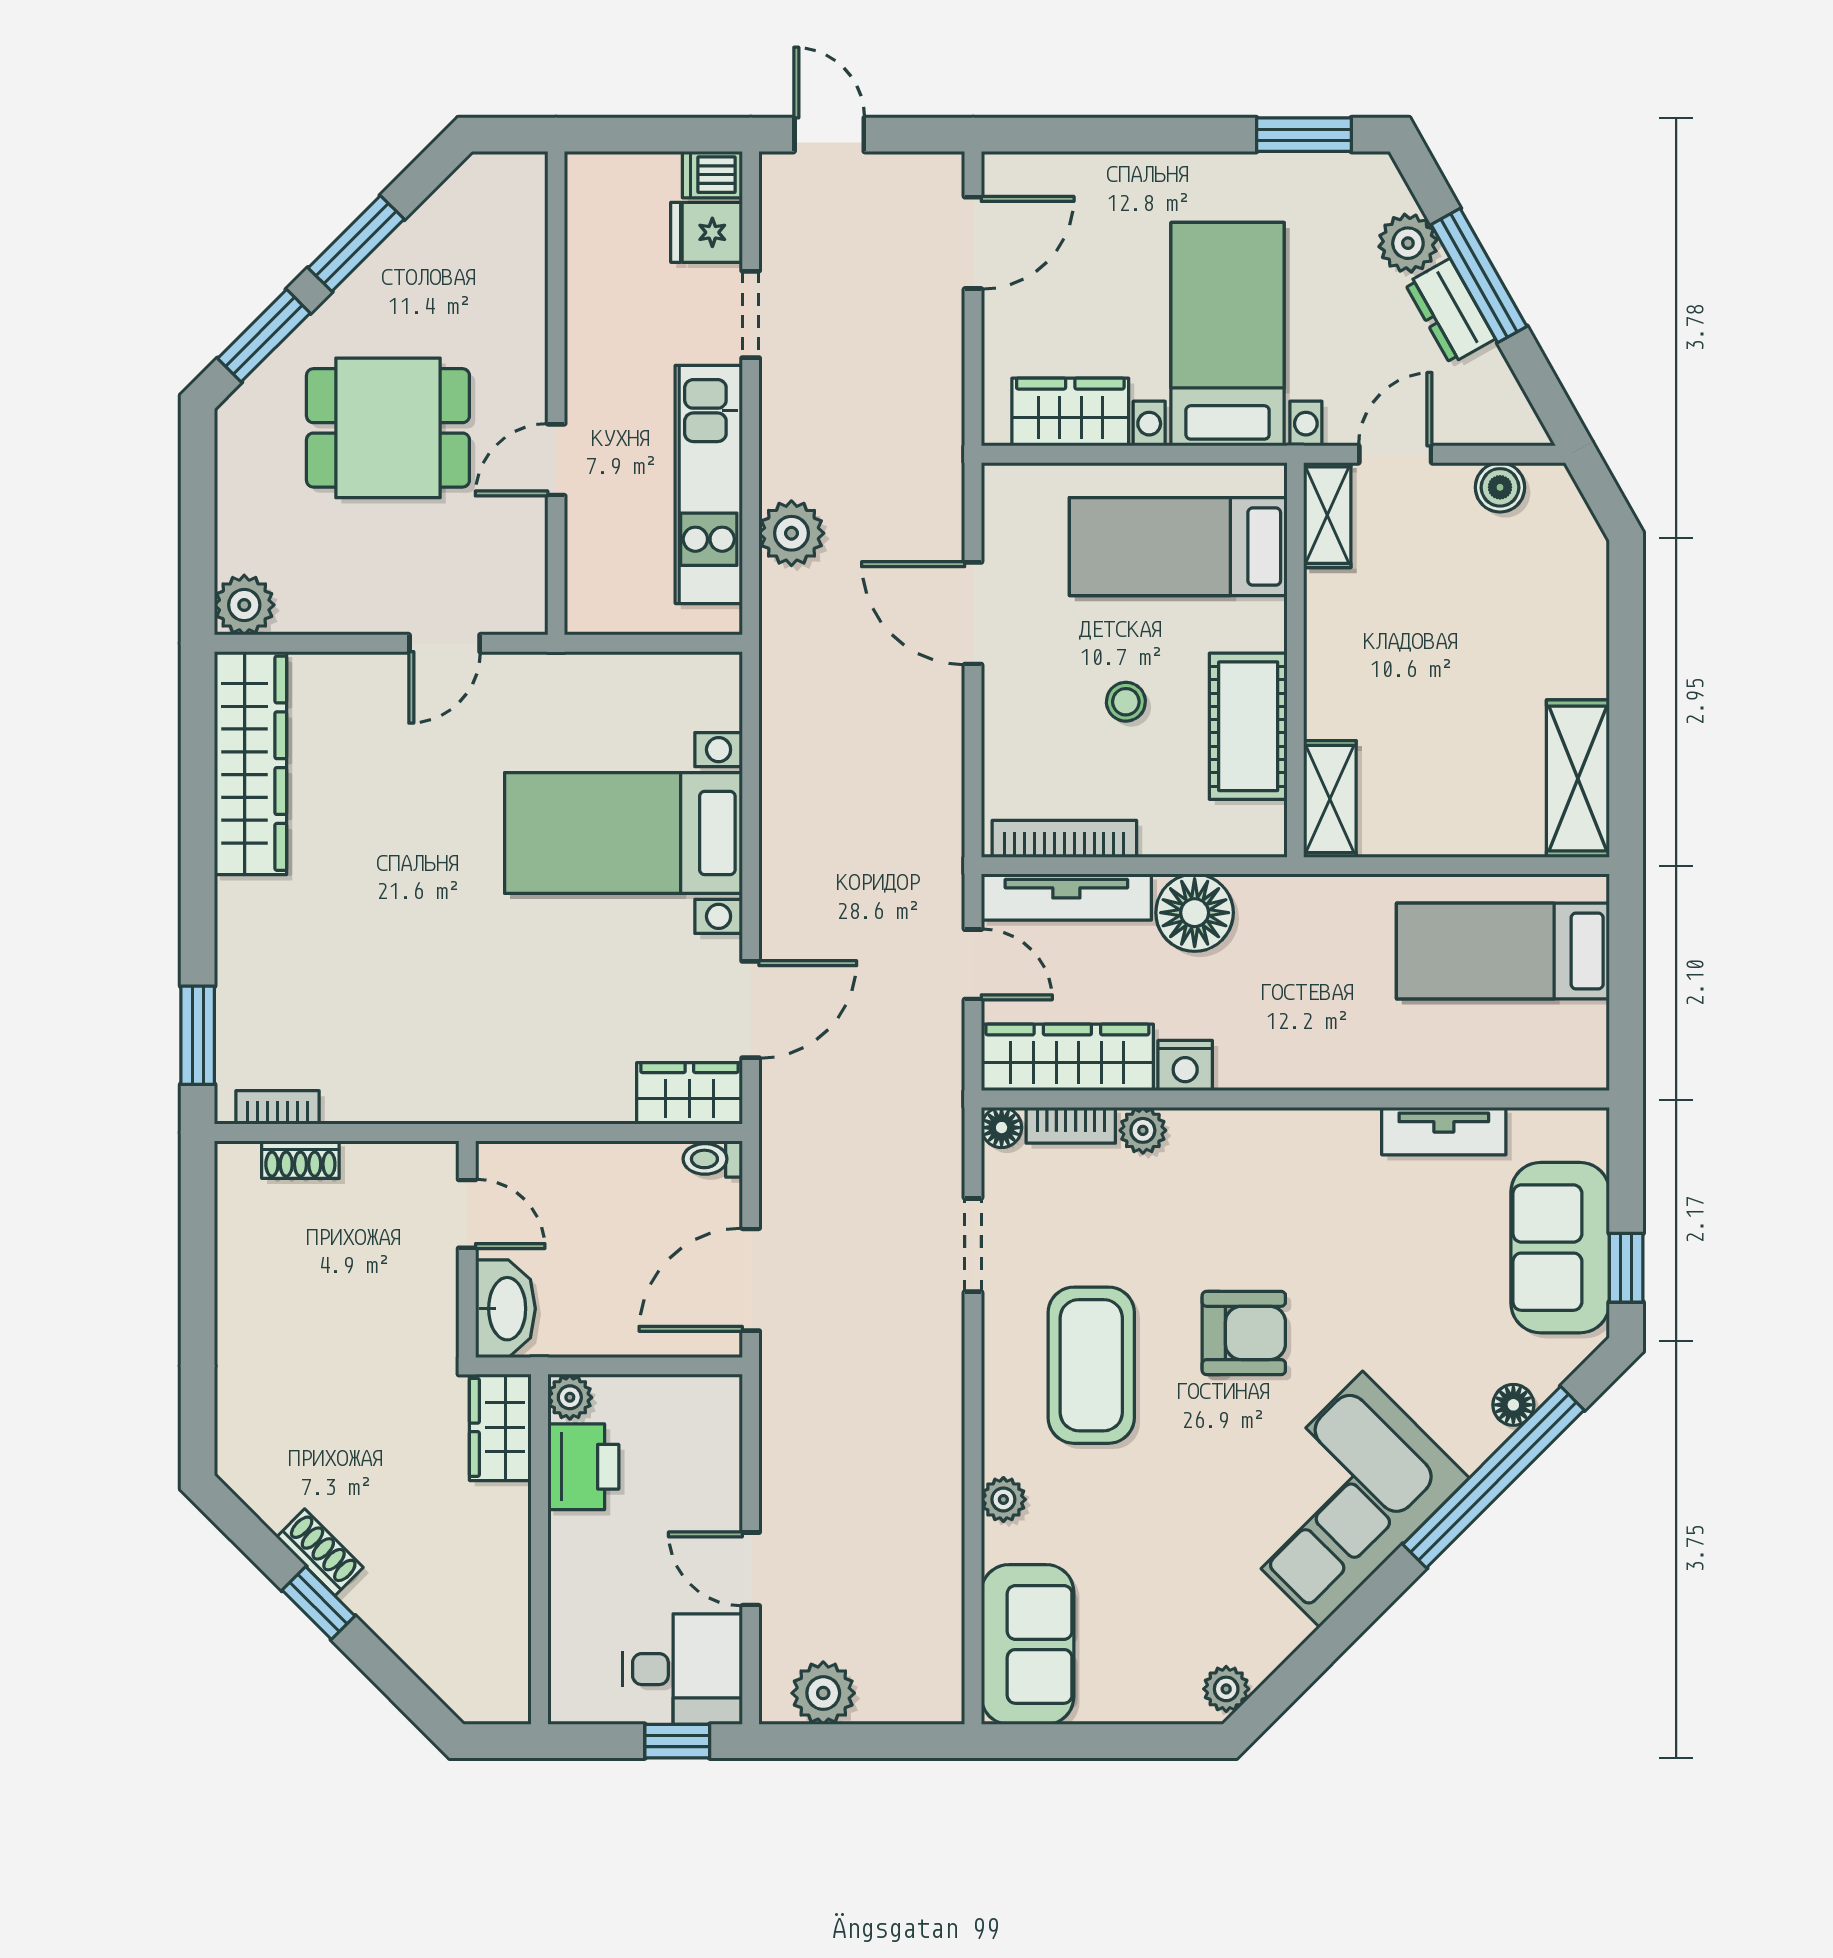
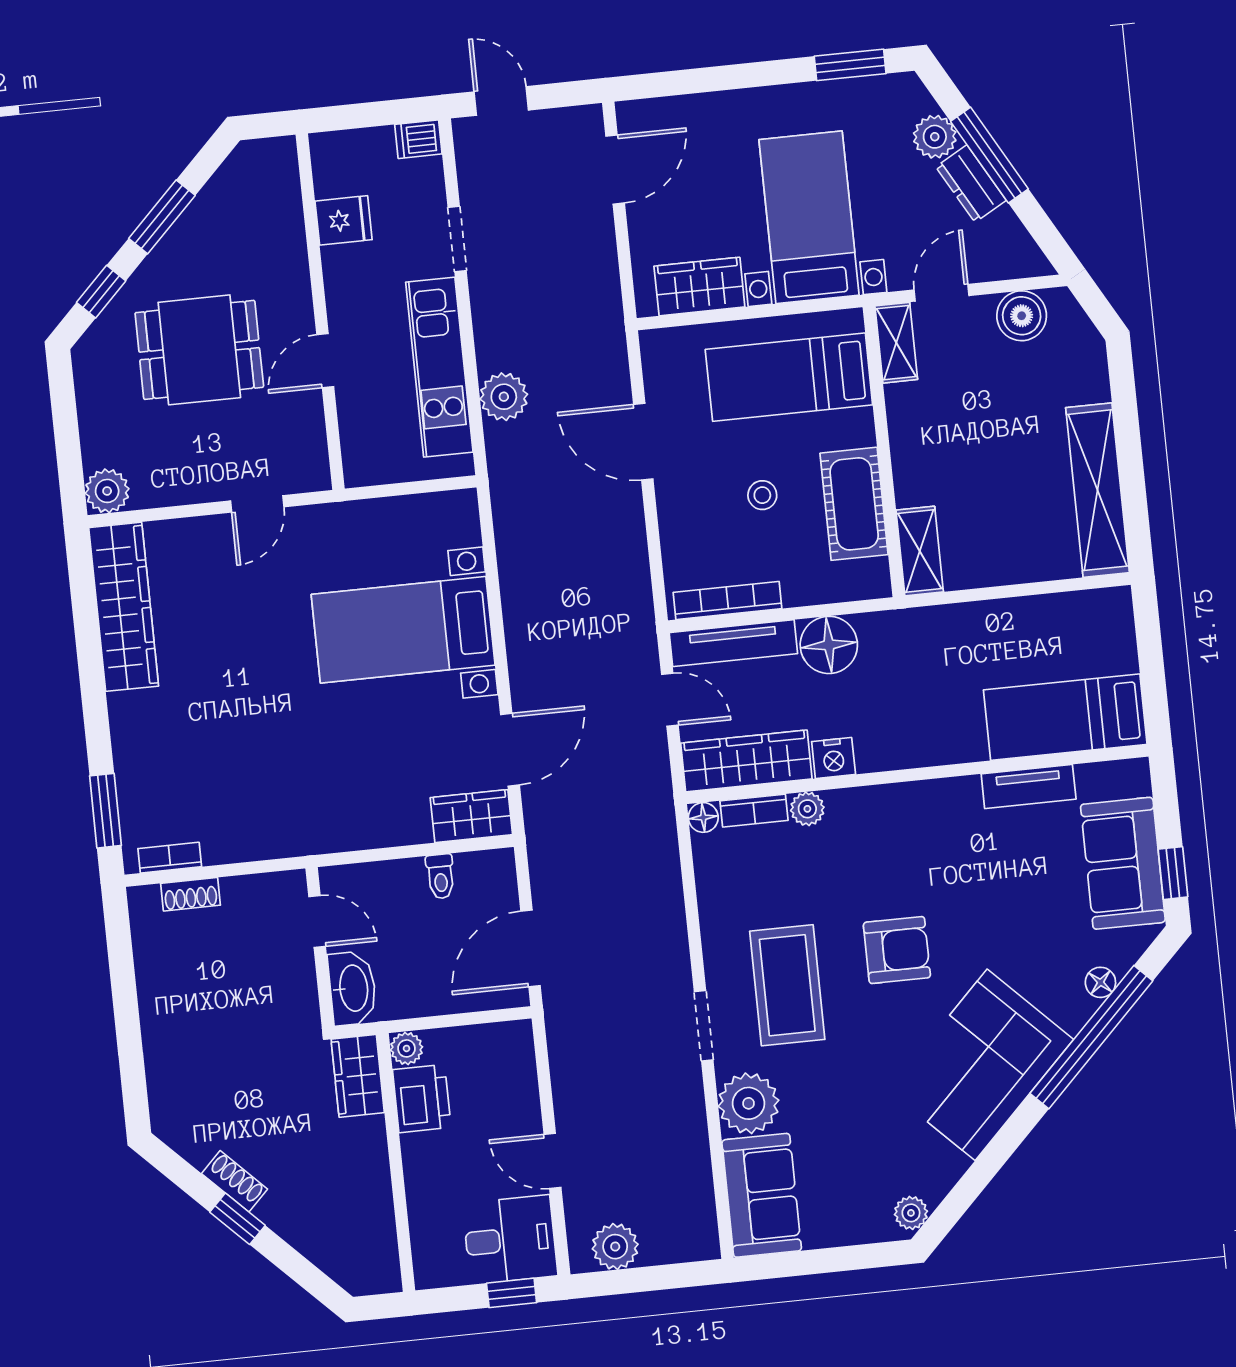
fridge: (707, 232) -> (344, 220), moved, turned 180
window: (264, 336) -> (101, 292), width x0.67
boiler: (1500, 487) -> (1022, 316), width x1.36, depth x1.36
shelving: (1578, 779) -> (1098, 490), width x1.47
bed: (1503, 951) -> (1065, 717), moved
toilet: (713, 1159) -> (440, 876), moved, turned -90
doorway: (973, 1245) -> (704, 1026), moved
plant: (1003, 1499) -> (749, 1103), width x1.88, depth x1.88

